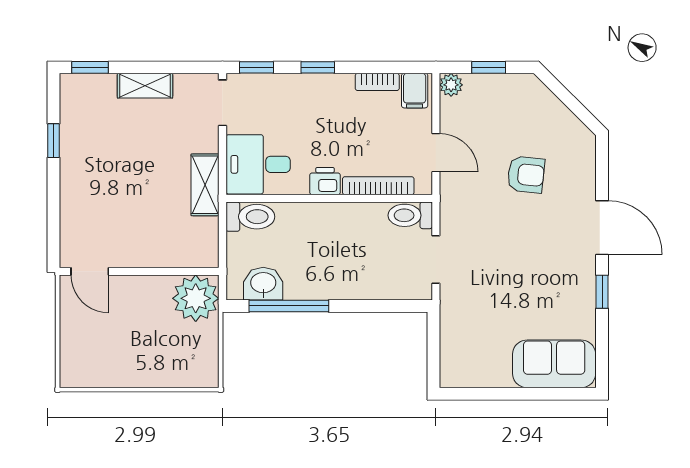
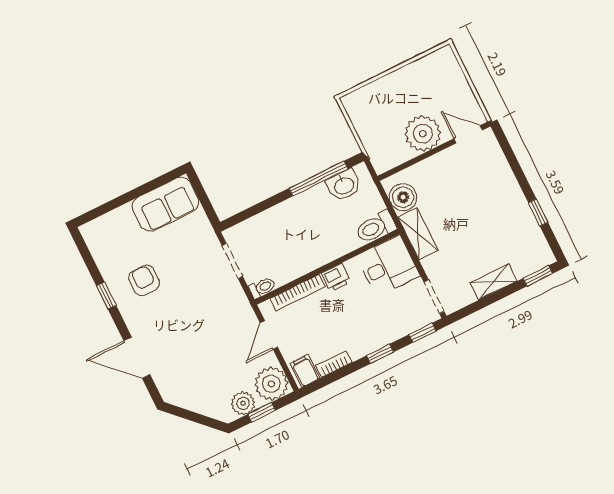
plant: (451, 85) -> (271, 384), width x1.88, depth x1.88
plant: (505, 88) -> (243, 403), added
door: (436, 153) -> (269, 335), hinge flipped
armchair: (526, 175) -> (144, 280), moved, turned 84
toilet: (410, 215) -> (262, 288), width x0.73, depth x0.72
door: (602, 228) -> (137, 358), moved
boiler: (201, 236) -> (403, 197), added
plant: (196, 298) -> (423, 134), moved
sofa: (554, 364) -> (165, 204), moved

